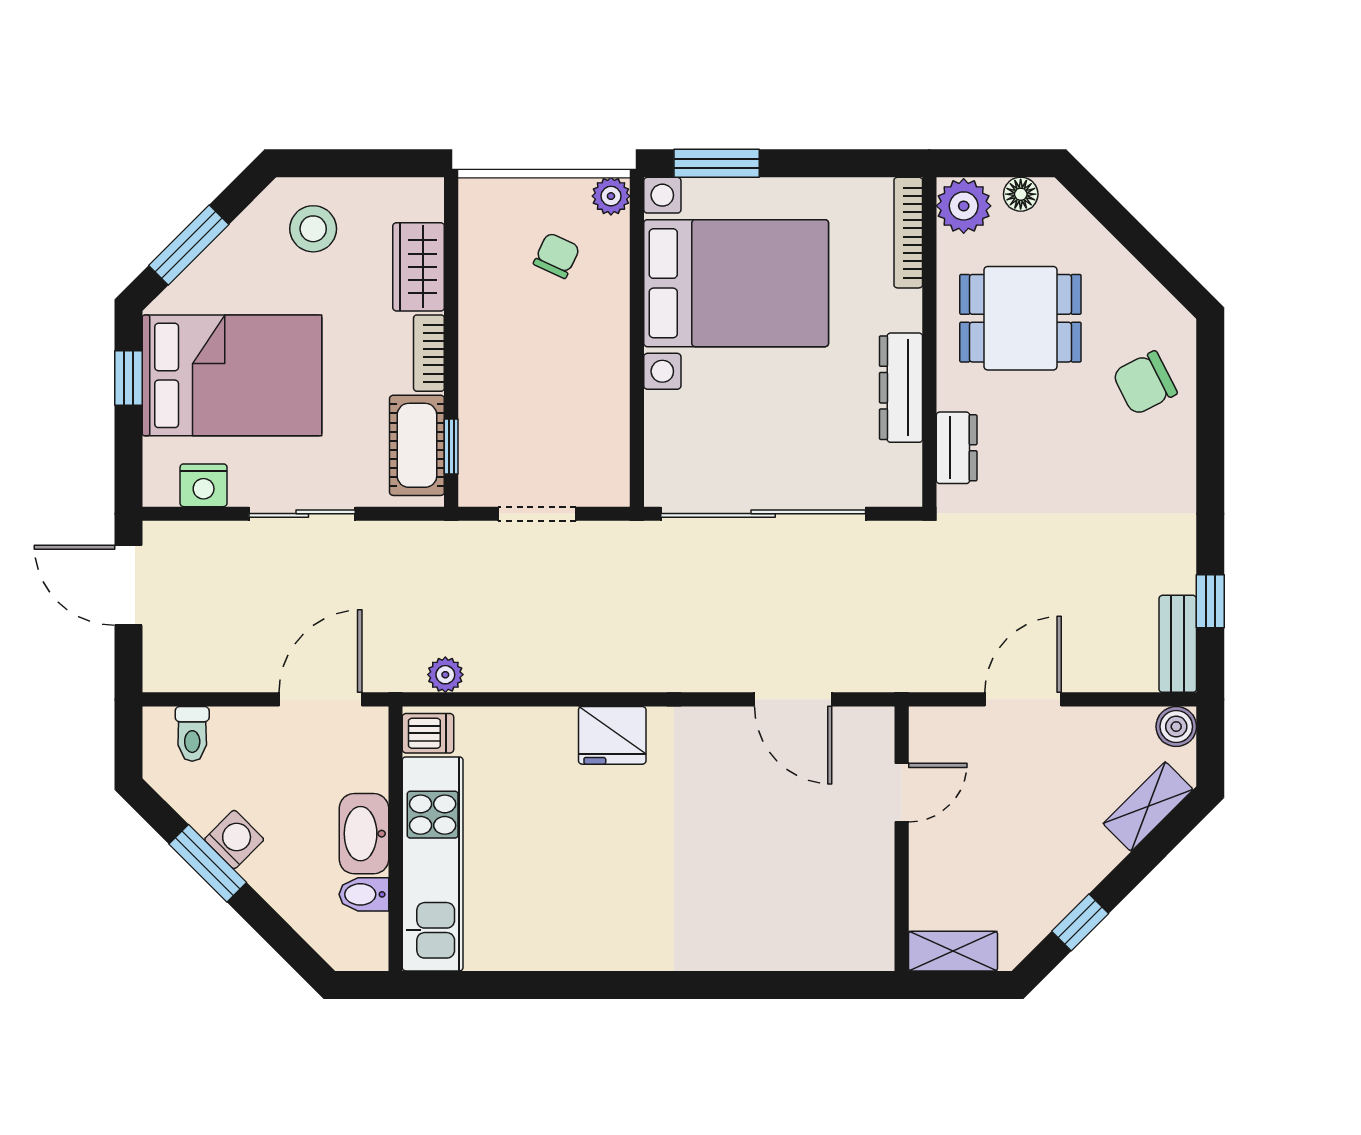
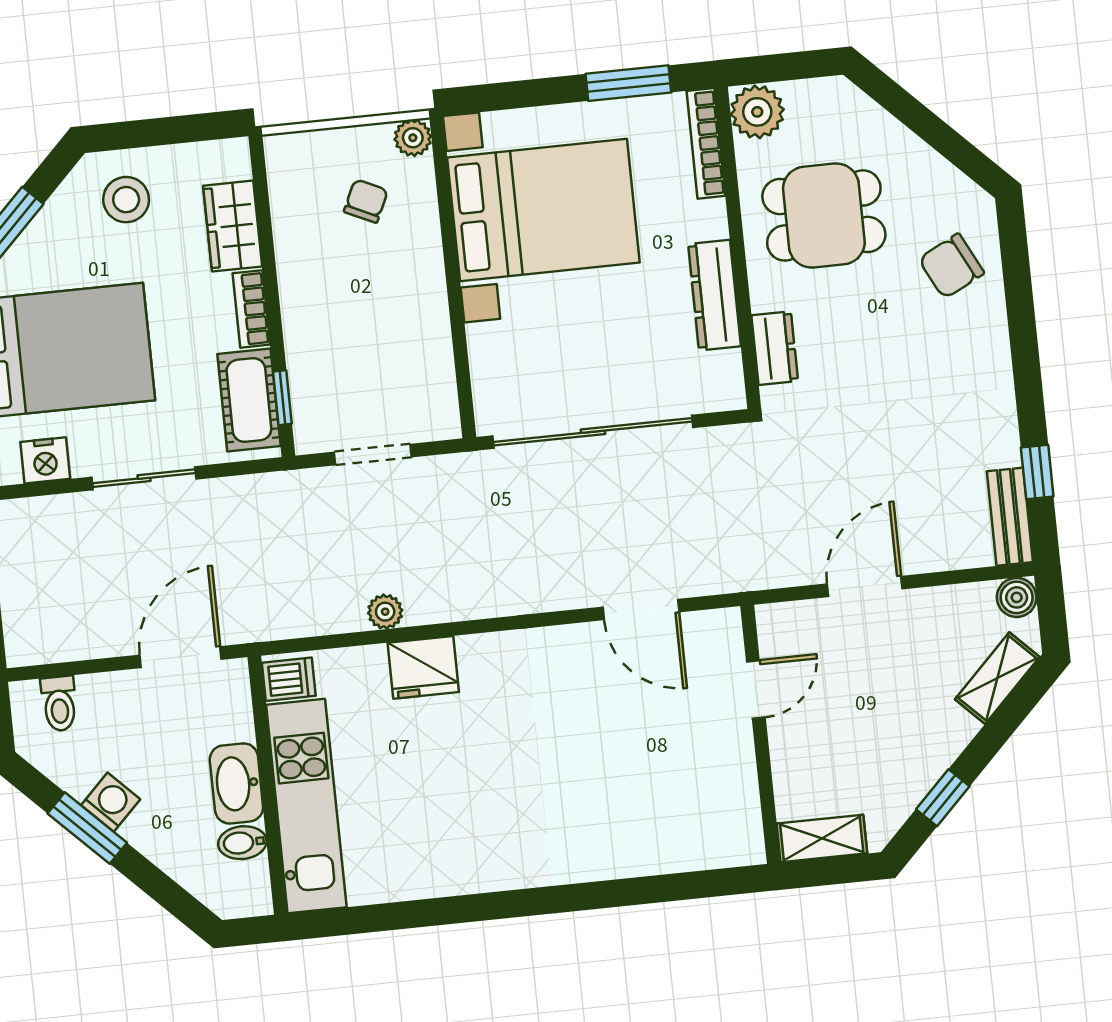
window: (717, 163) -> (628, 83), moved
floor lamp: (1021, 194) -> (812, 95), removed
plant: (445, 675) -> (385, 612), moved
fridge: (612, 735) -> (423, 667), moved

